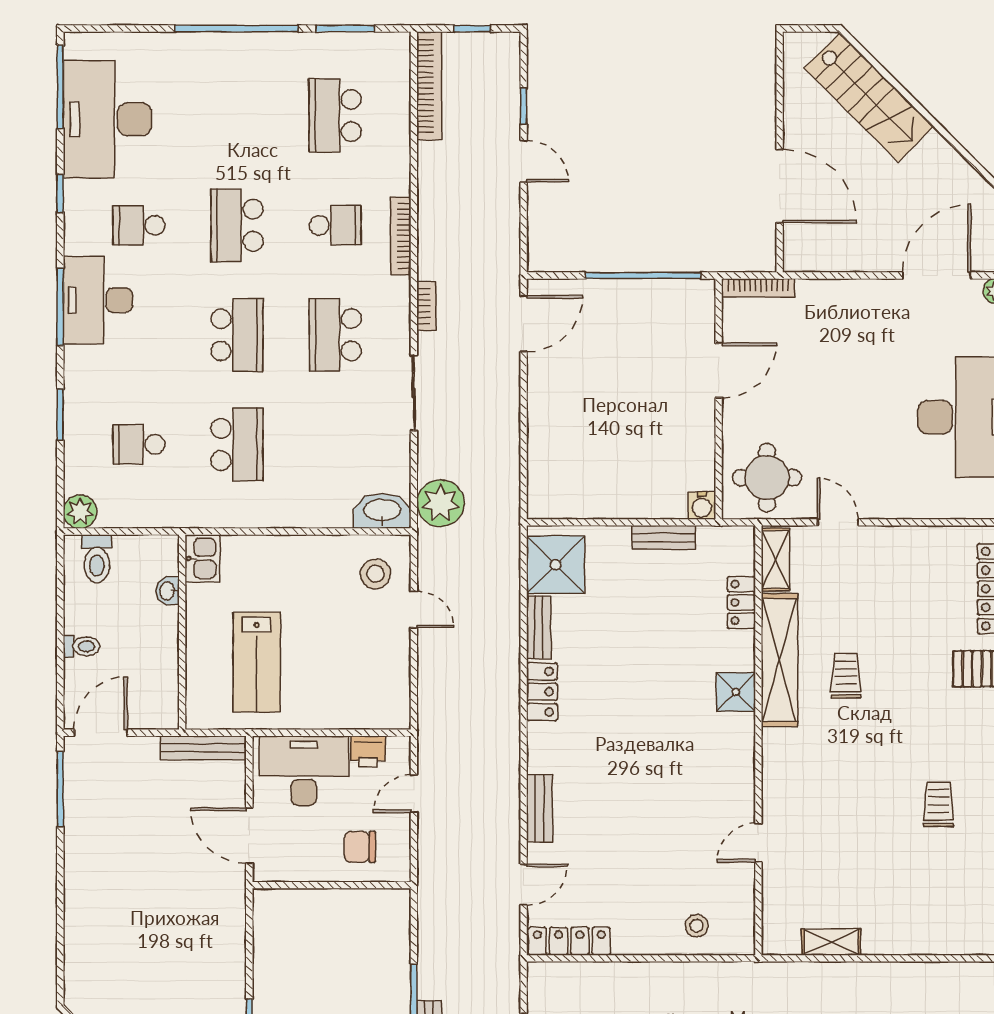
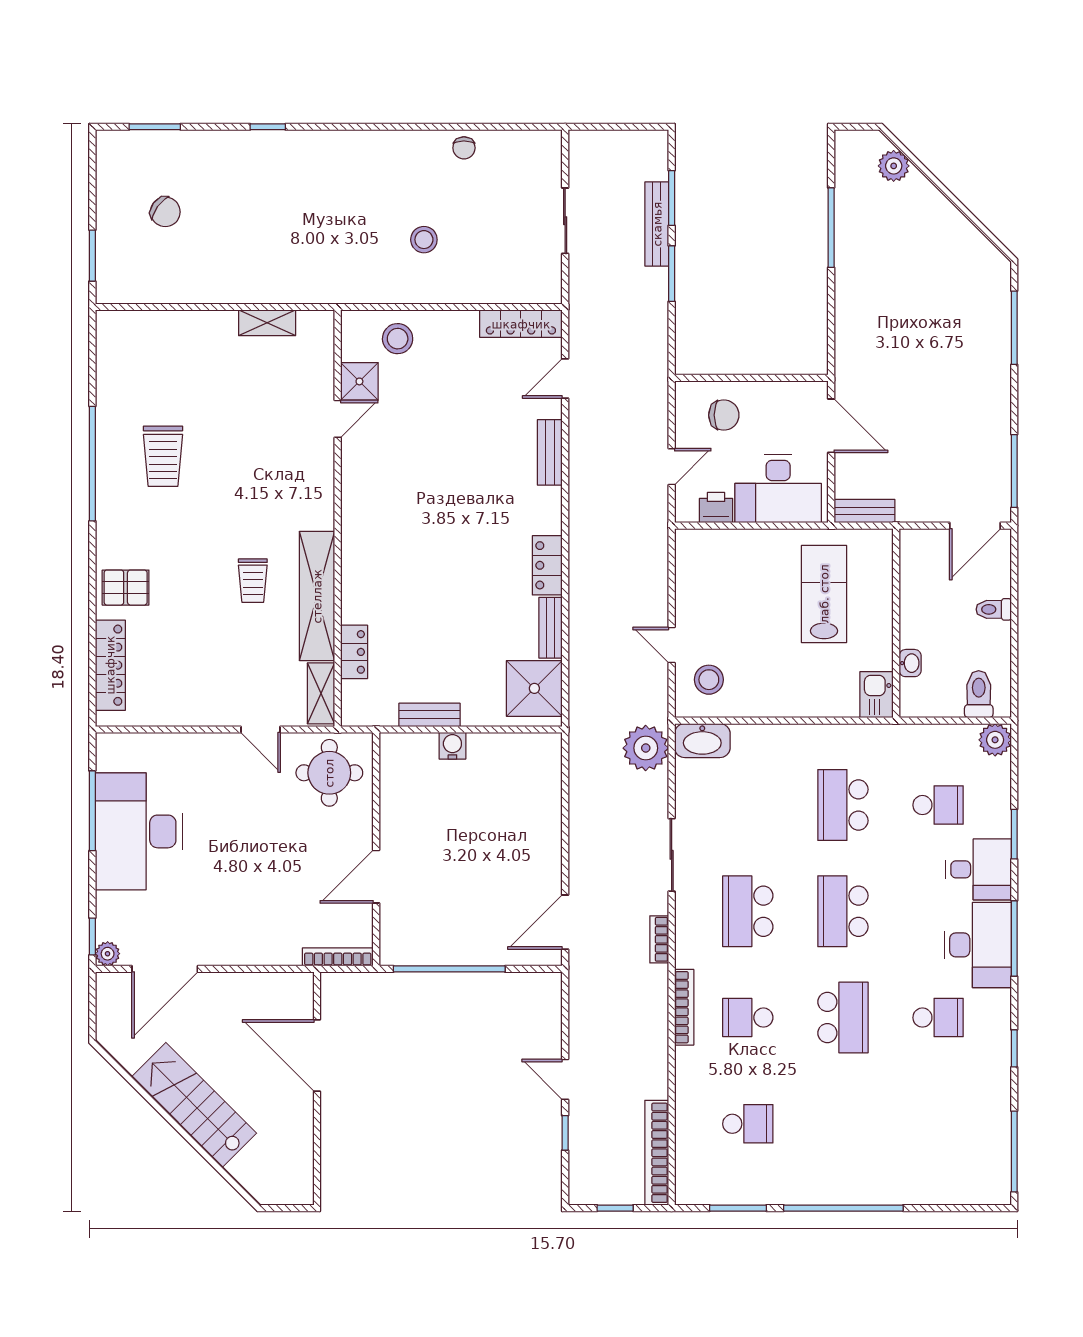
stairs: (869, 97) -> (194, 1105), moved
school desk: (335, 116) -> (748, 1124), width x0.54
desk: (107, 119) -> (978, 869), moved, width x0.53, depth x0.77
school desk: (335, 335) -> (748, 911), turned 180
water cooler: (702, 506) -> (452, 746), moved
shower: (736, 692) -> (359, 381), moved
bench: (203, 748) -> (864, 511), width x0.73
trolley: (939, 804) -> (163, 456), width x1.36, depth x1.39
stool: (697, 926) -> (398, 339), width x1.37, depth x1.37
window: (60, 937) -> (1014, 328), added

